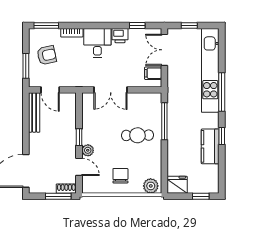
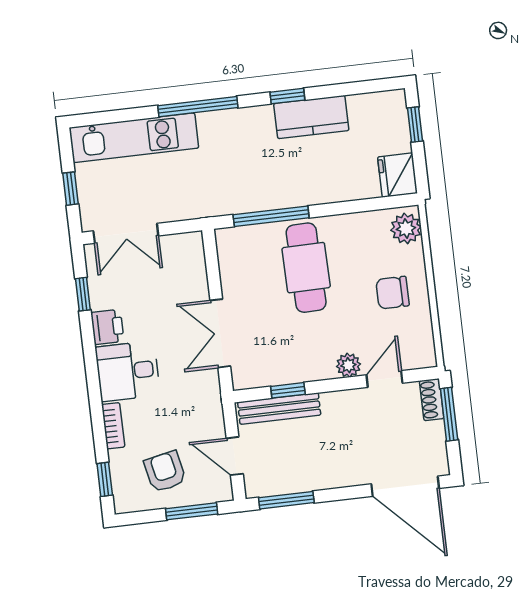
window: (46, 26) -> (105, 479), width x0.67
kitchen unit: (210, 70) -> (134, 138), width x0.73
filing cabinet: (153, 73) -> (176, 251), removed
door: (50, 90) -> (235, 456), swing flipped
double door: (111, 90) -> (220, 333), swing flipped
window: (26, 112) -> (286, 500), added
bench: (34, 112) -> (279, 409), moved
cafe table: (137, 135) -> (306, 268), width x1.37, depth x1.35
window: (79, 137) -> (288, 390), moved

